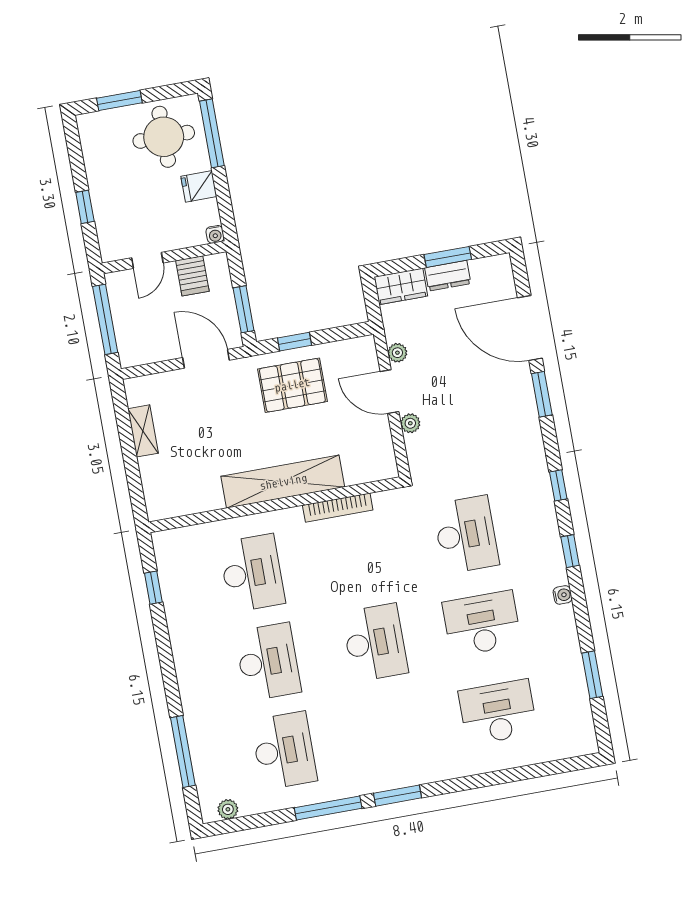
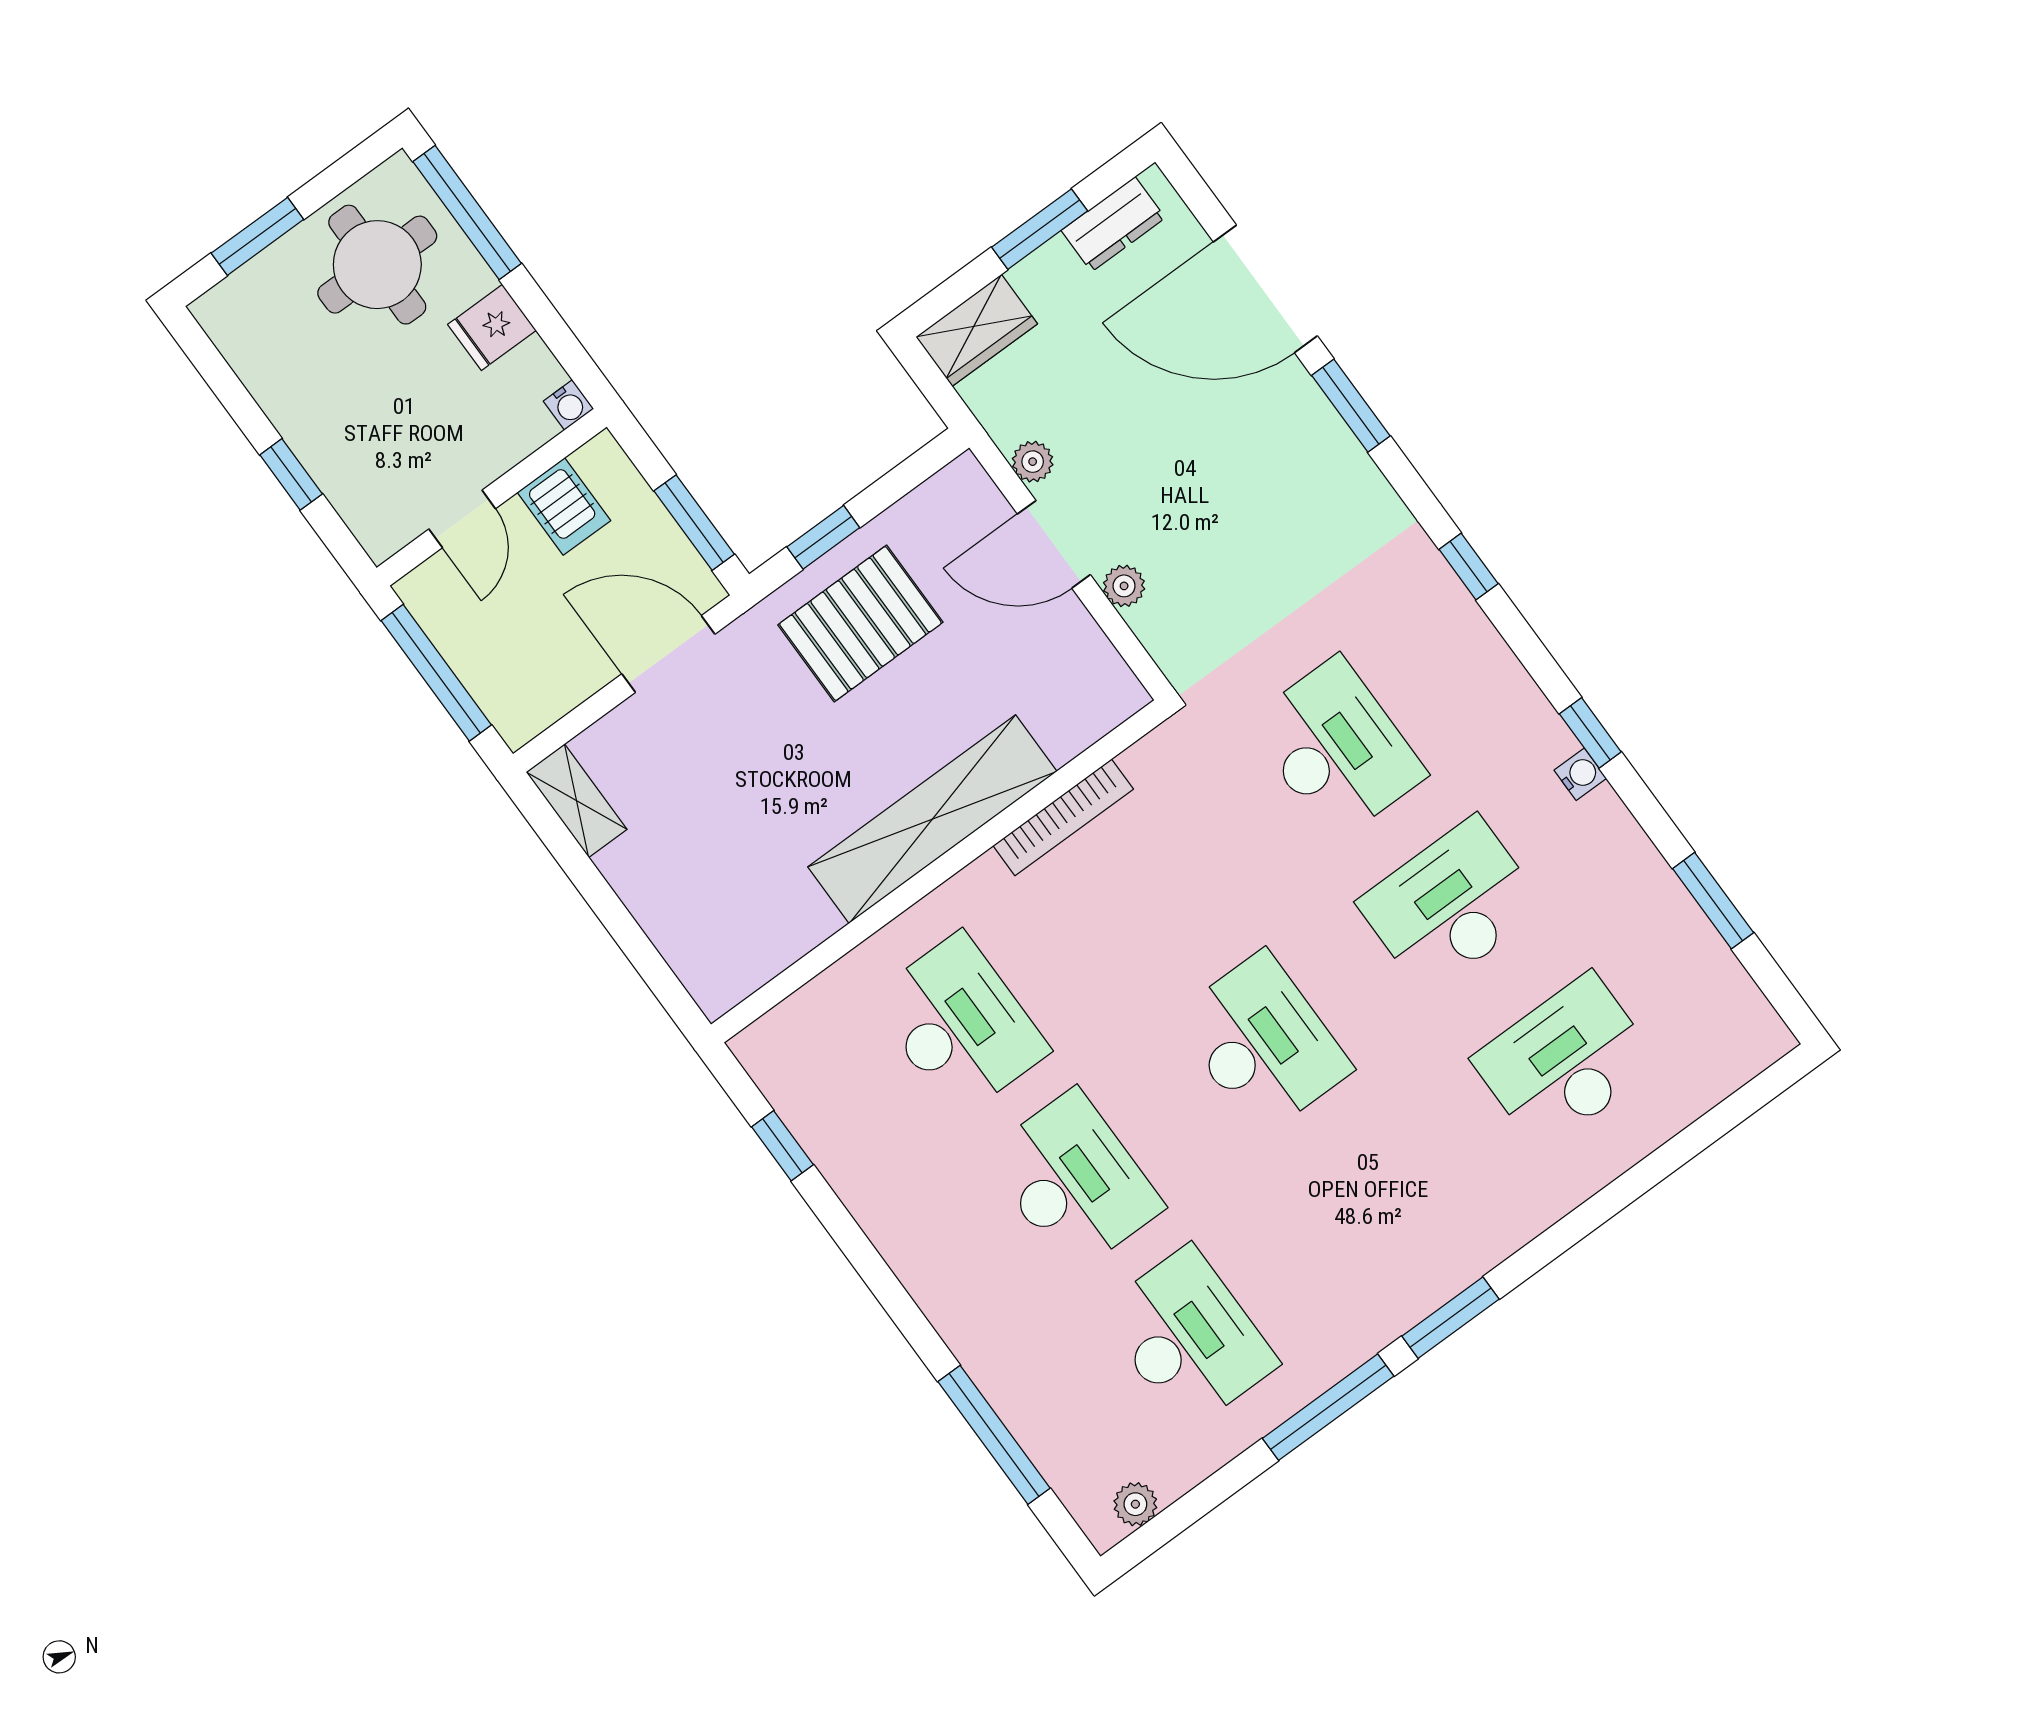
dresser: (448, 276) -> (1113, 224), moved
shelving: (143, 431) -> (577, 801), moved
window: (570, 551) -> (1590, 733), moved

